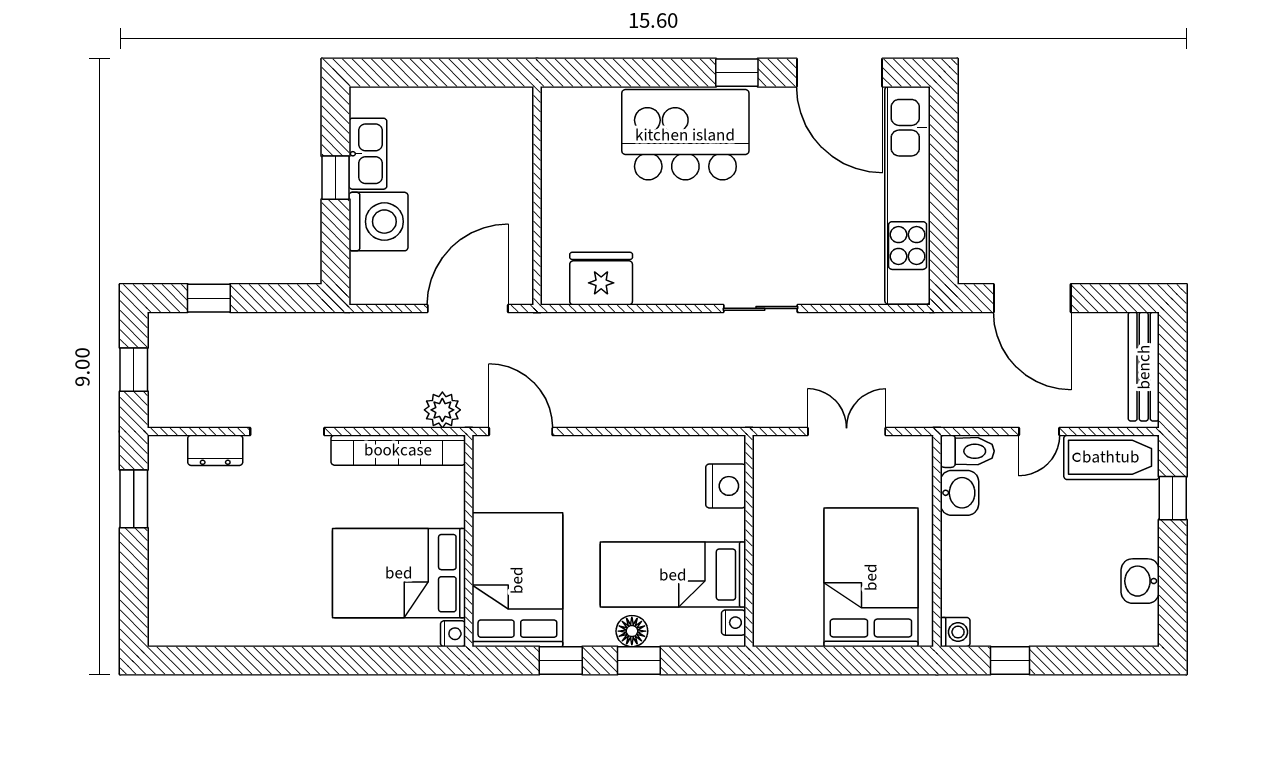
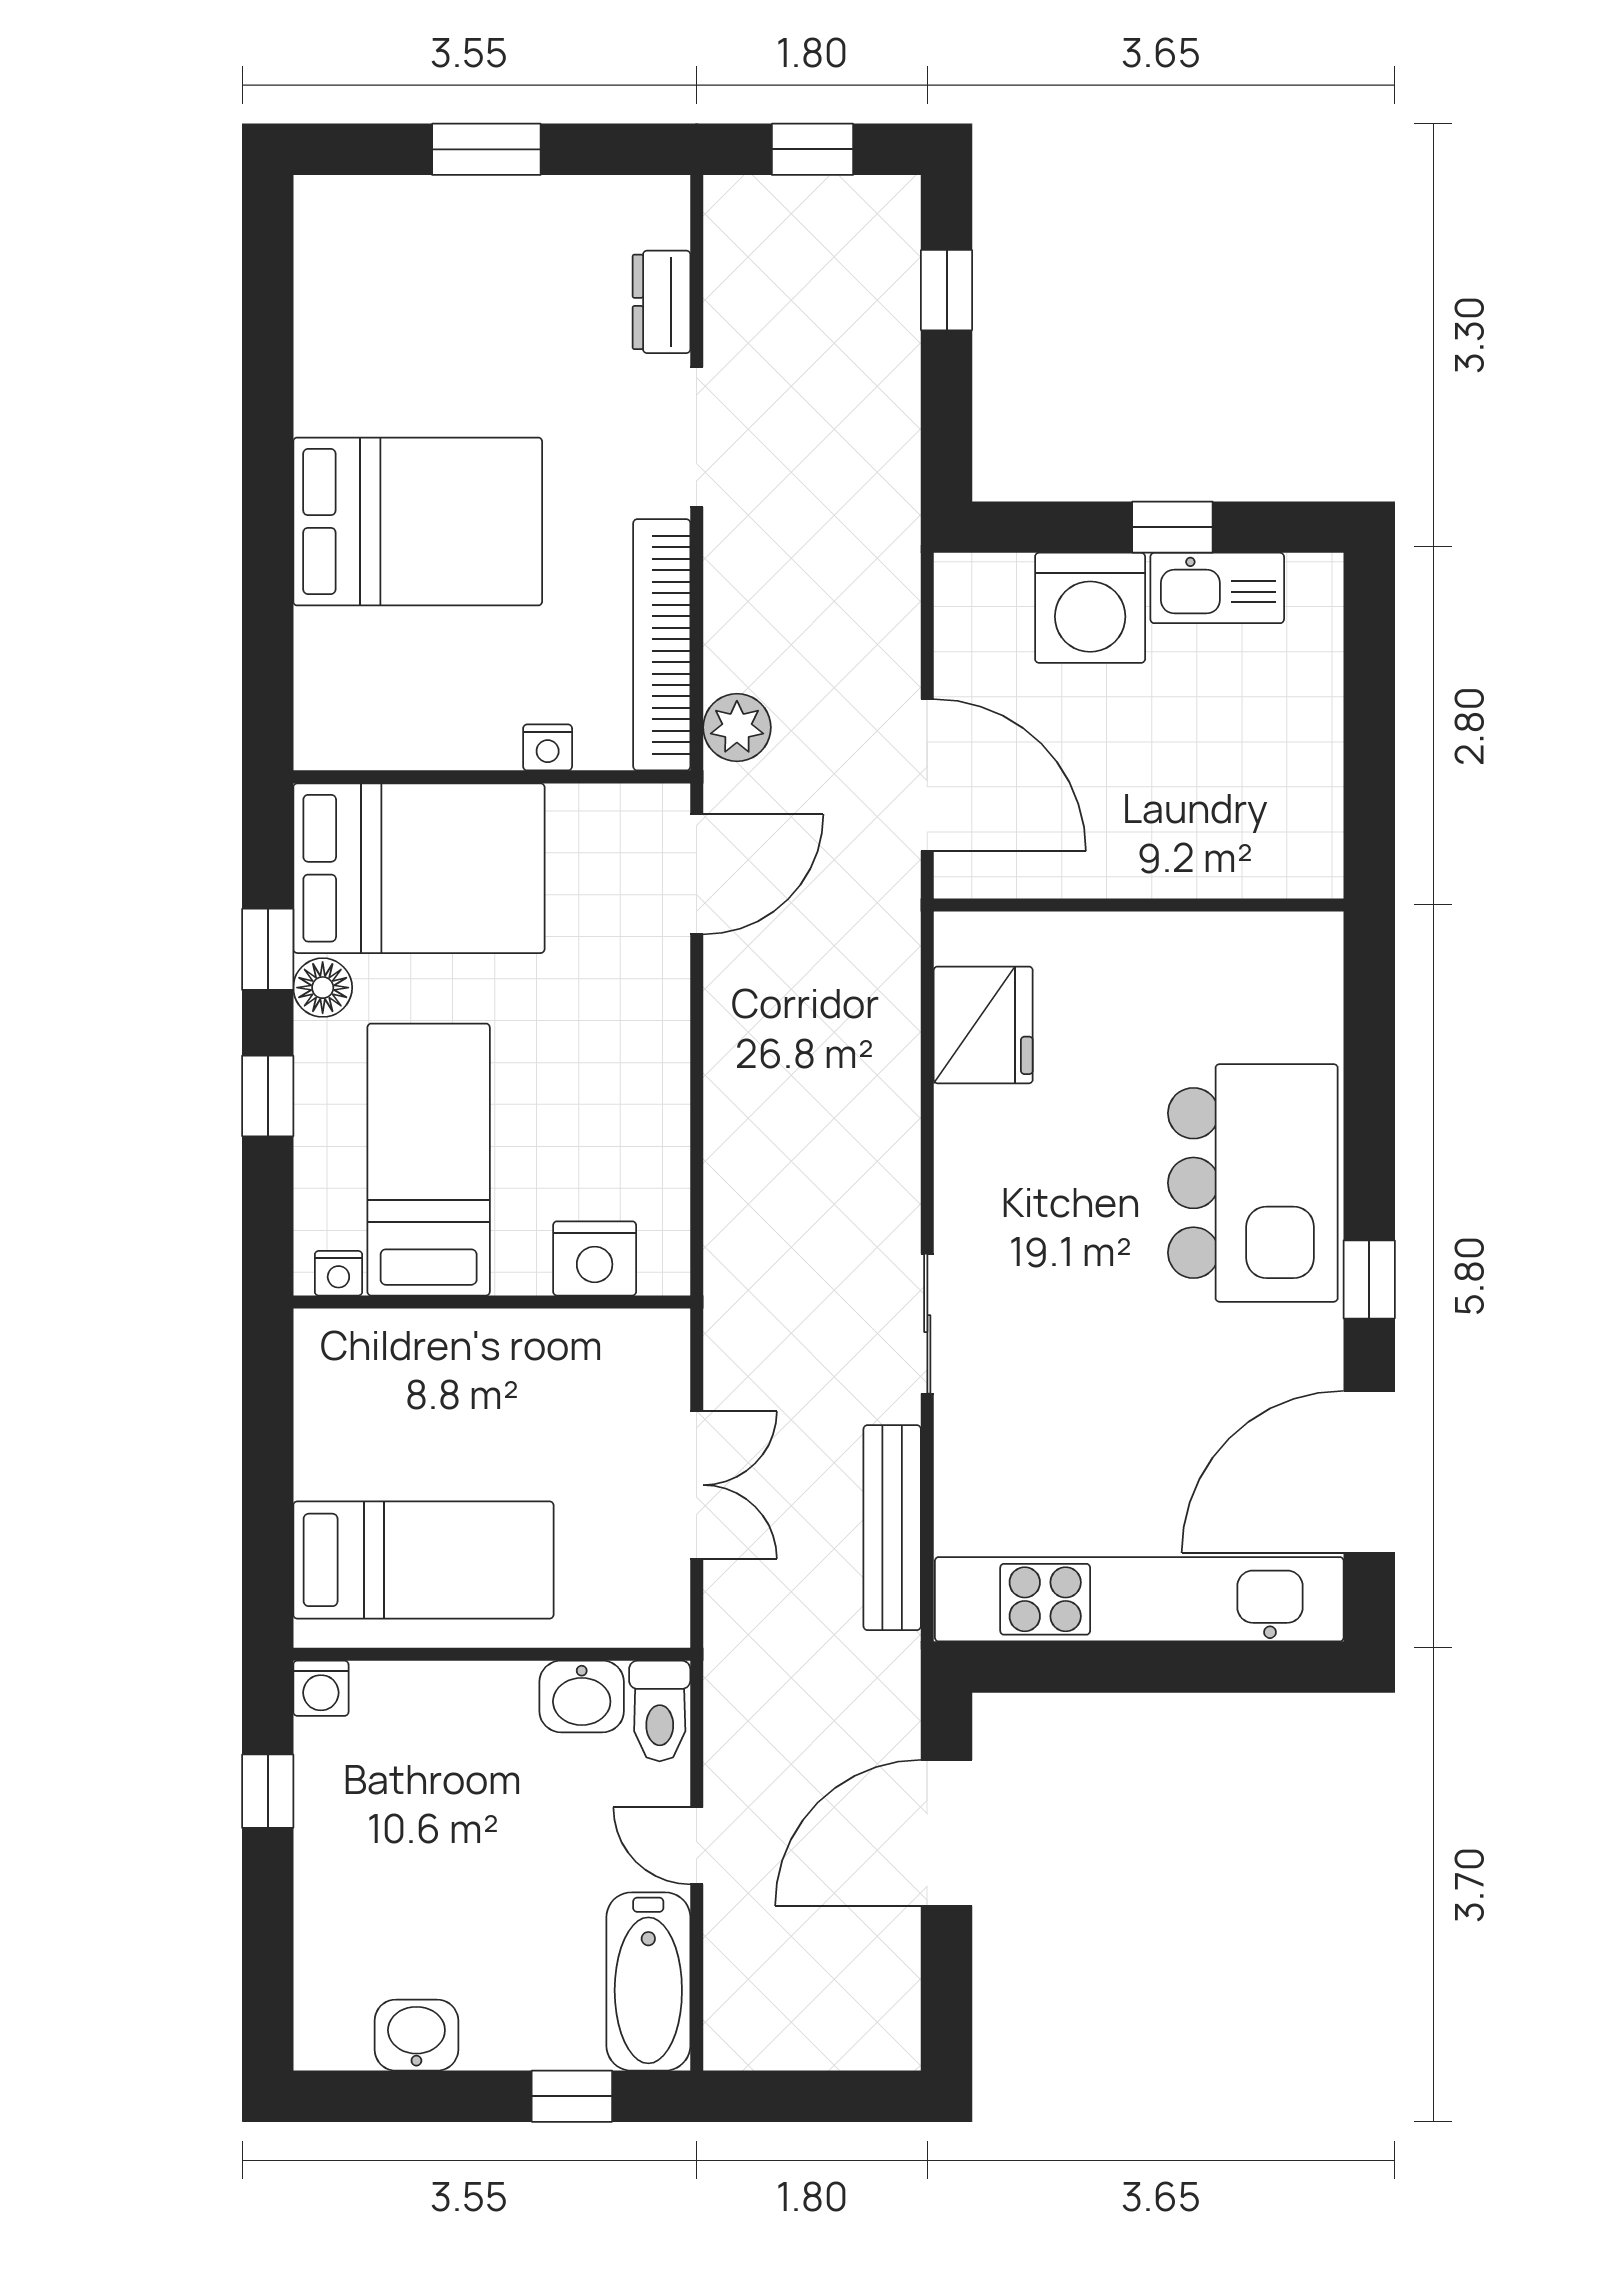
bench: (1144, 367) -> (892, 1528), moved, turned 90
window: (134, 499) -> (486, 149), moved
bed: (399, 573) -> (418, 521), moved, turned 90
bed: (871, 577) -> (423, 1560), width x0.67
floor lamp: (632, 631) -> (323, 988), moved
nightstand: (453, 634) -> (548, 747), moved

